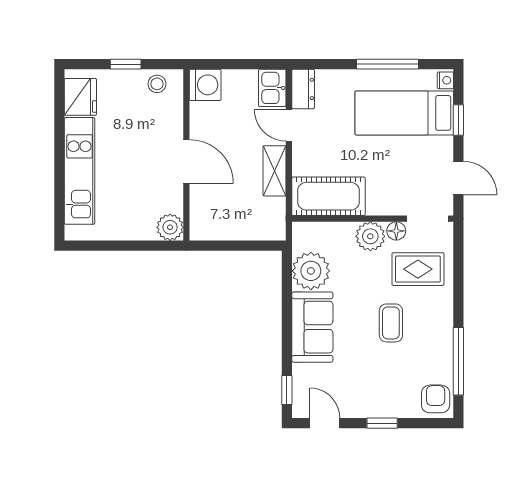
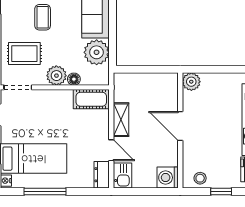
cot: (328, 196) -> (91, 99), width x0.73, depth x0.75
floor lamp: (396, 231) -> (74, 79), moved

